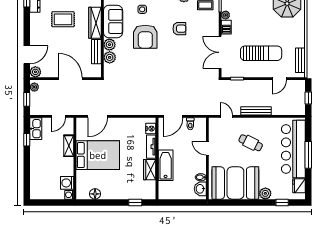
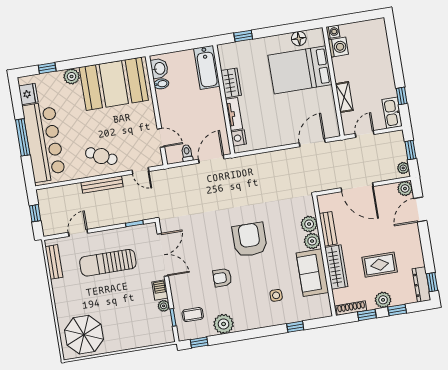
armchair: (145, 37) -> (250, 240), moved
cafe table: (251, 143) -> (101, 156), moved
door: (207, 148) -> (161, 138), moved
bed: (98, 155) -> (300, 70), moved
bathtub: (166, 165) -> (207, 67), moved

